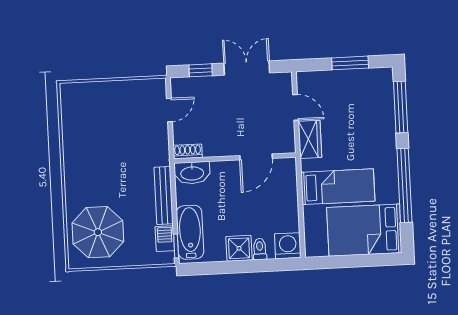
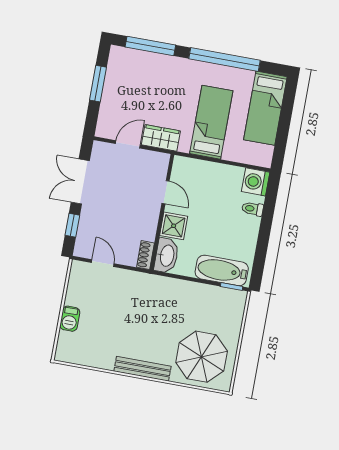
door: (256, 157) -> (166, 192), width x0.73
bench: (164, 196) -> (142, 369), moved
bed: (364, 230) -> (265, 108), width x0.67
barbecue: (165, 239) -> (70, 319), moved, turned -90
shower: (239, 248) -> (174, 226), moved

